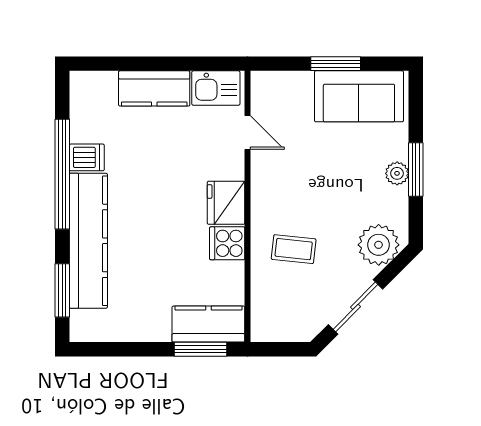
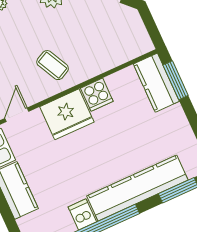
fridge: (226, 203) -> (67, 114), width x1.36, depth x1.34
coffee table: (294, 249) -> (53, 65), moved, turned -33

